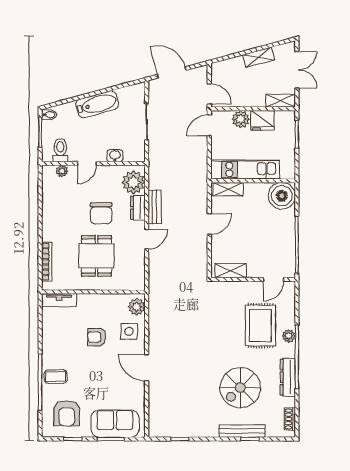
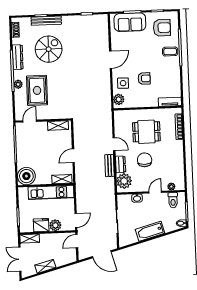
door: (209, 94) -> (77, 241), hinge flipped
door: (147, 239) -> (114, 144), swing flipped
dining table: (97, 256) -> (146, 132), turned 90
door: (147, 368) -> (111, 60), hinge flipped
armchair: (67, 413) -> (162, 28), turned 90

